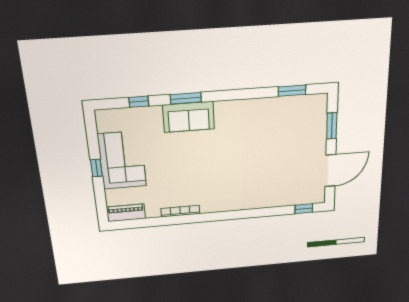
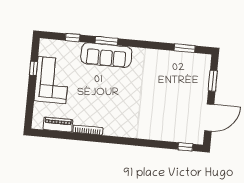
sofa: (189, 117) -> (106, 55), width x1.36
window: (96, 168) -> (33, 68), moved
piano: (126, 213) -> (58, 125), moved

